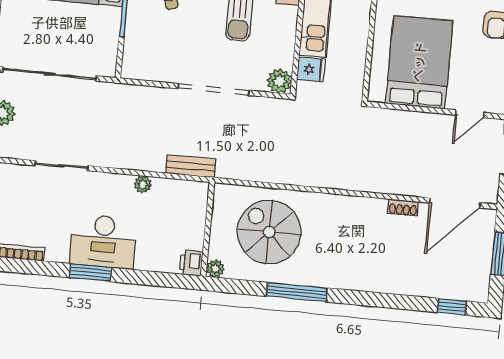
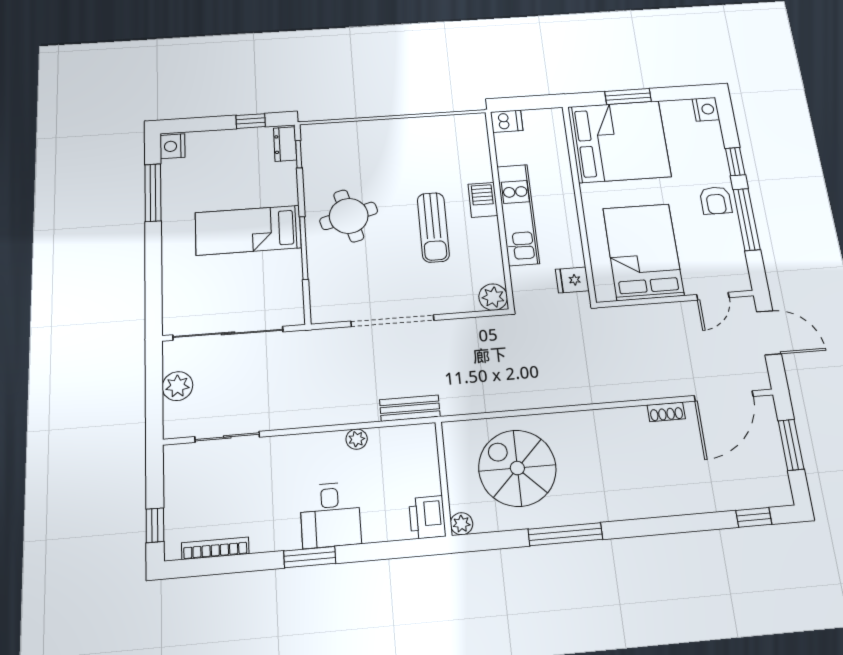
fridge: (311, 69) -> (572, 280), moved, turned 180
doorway: (213, 89) -> (392, 321), moved
sliding door: (61, 166) -> (227, 437), moved
desk: (103, 242) -> (330, 515), width x0.73
printer: (191, 263) -> (427, 517), width x1.36, depth x1.24

